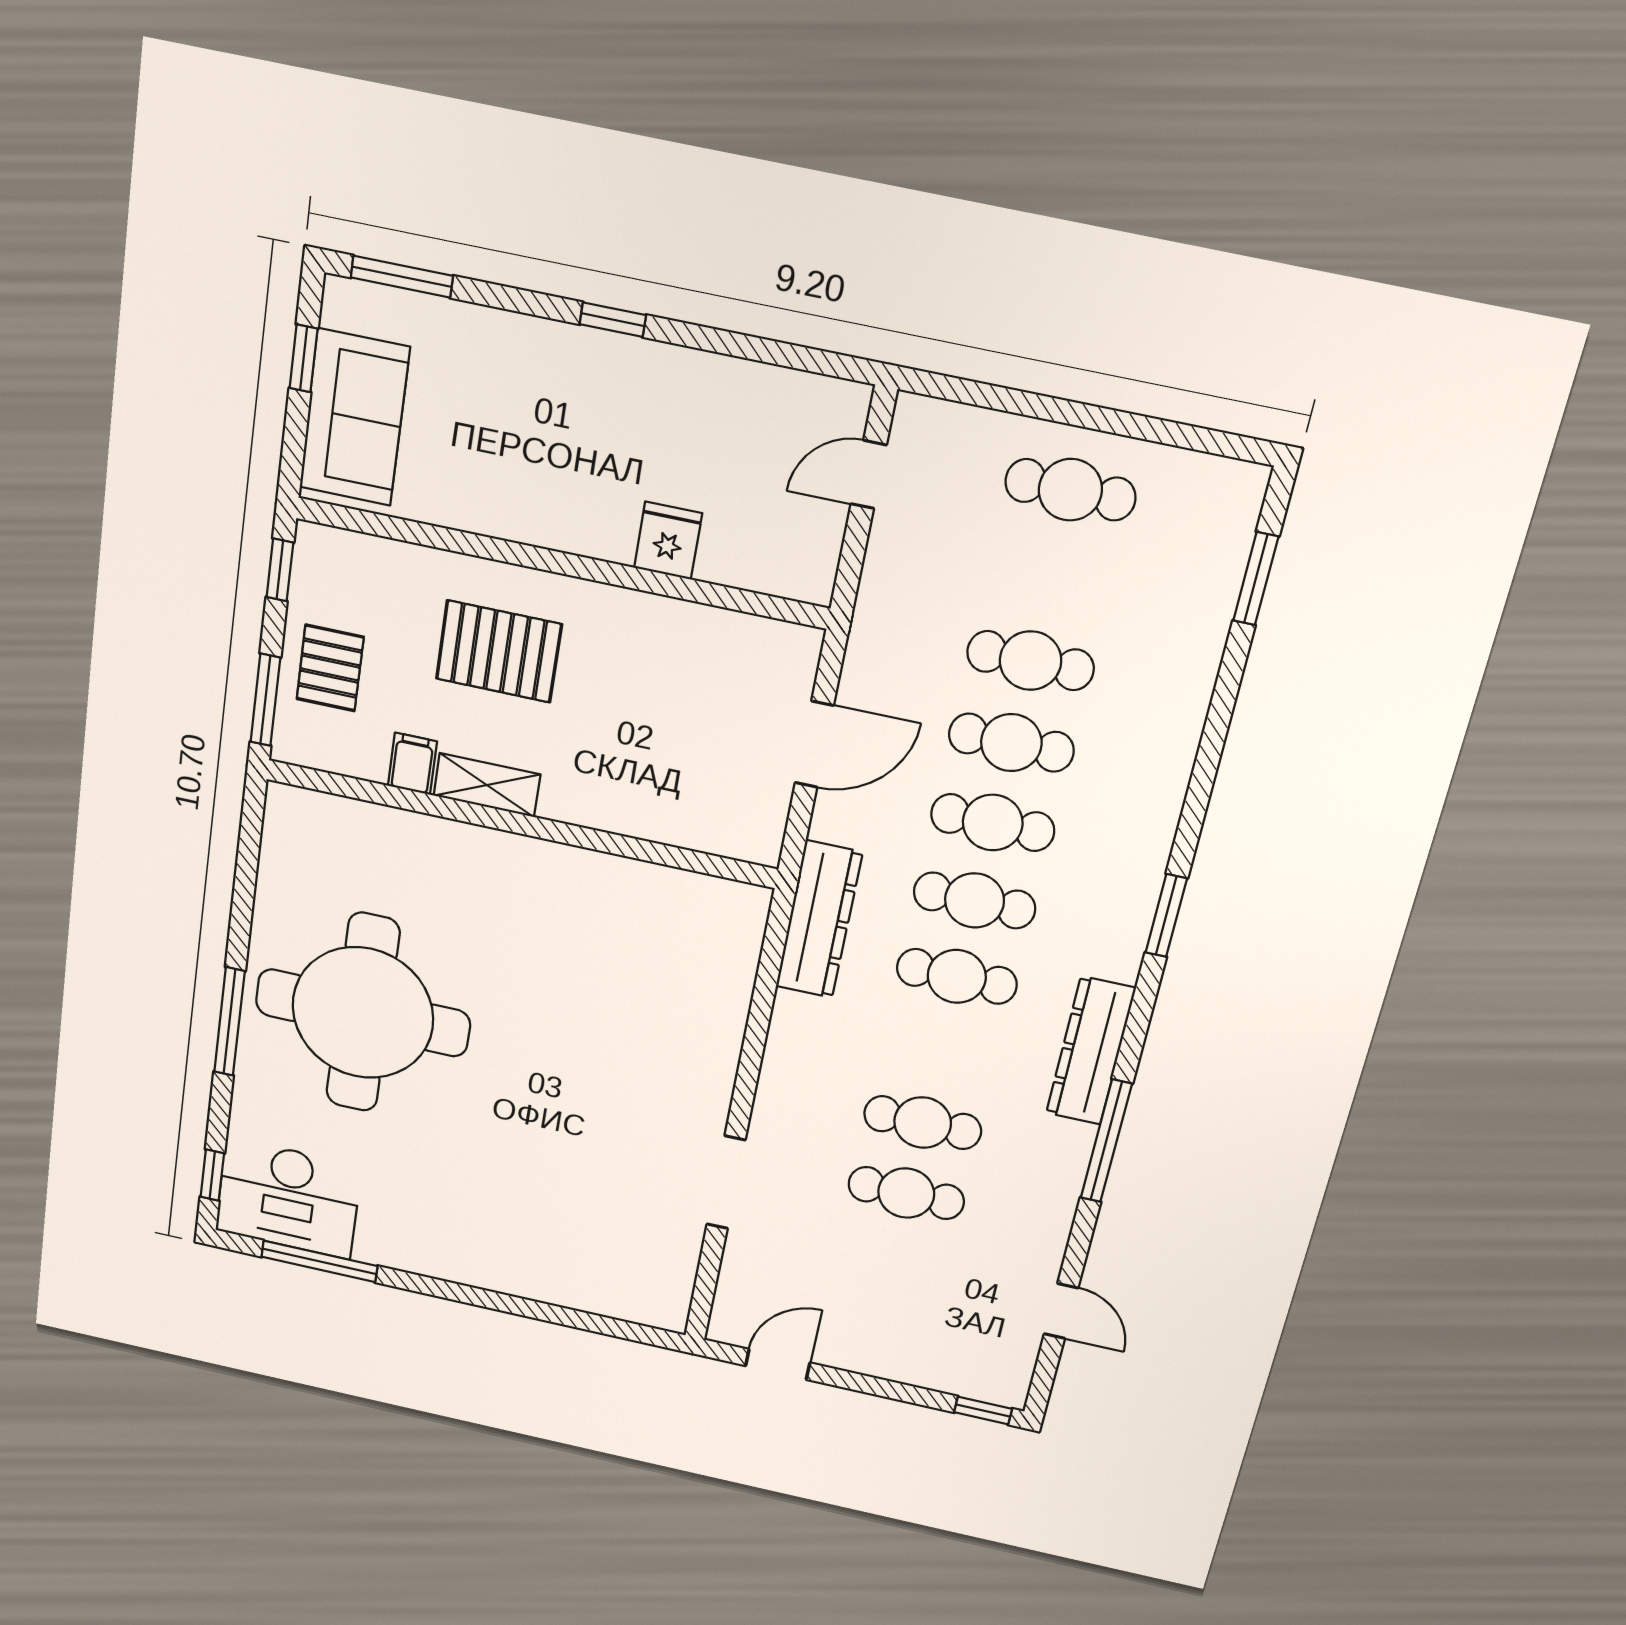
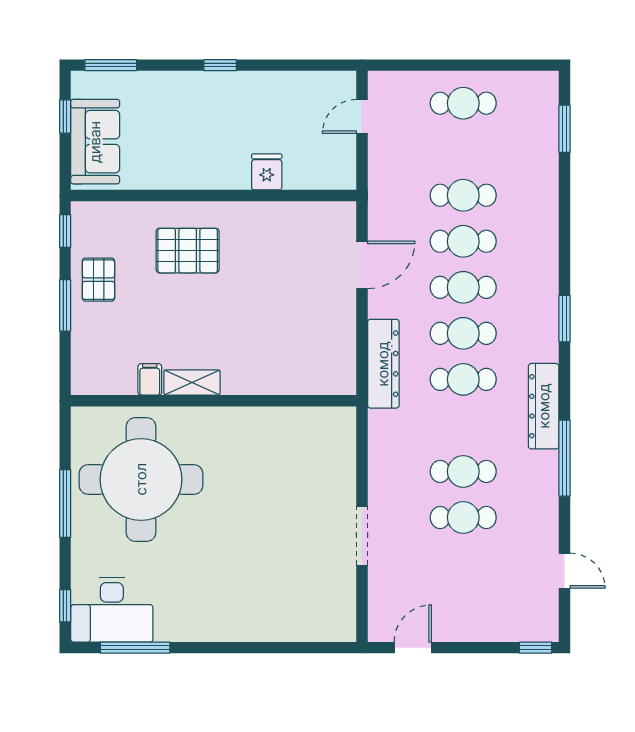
filing cabinet: (412, 764) -> (150, 379), moved
shelving: (487, 785) -> (192, 383), moved
wall: (521, 824) -> (214, 401), moved

